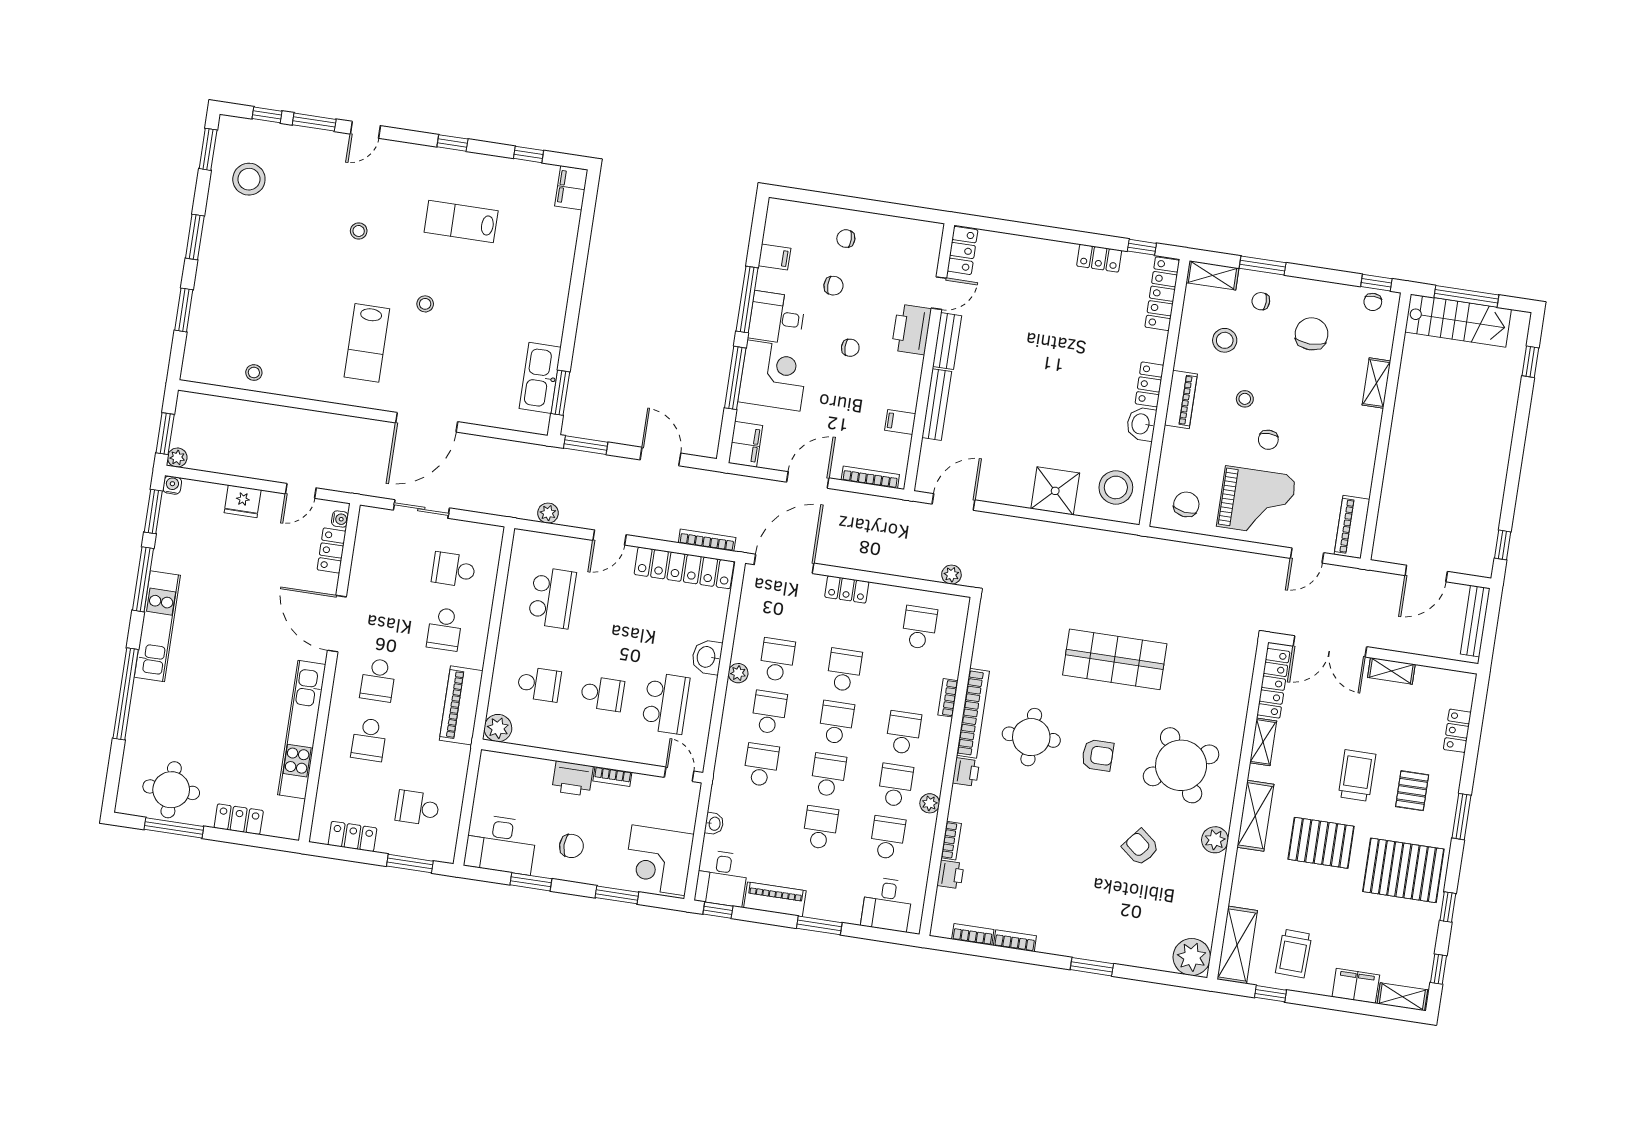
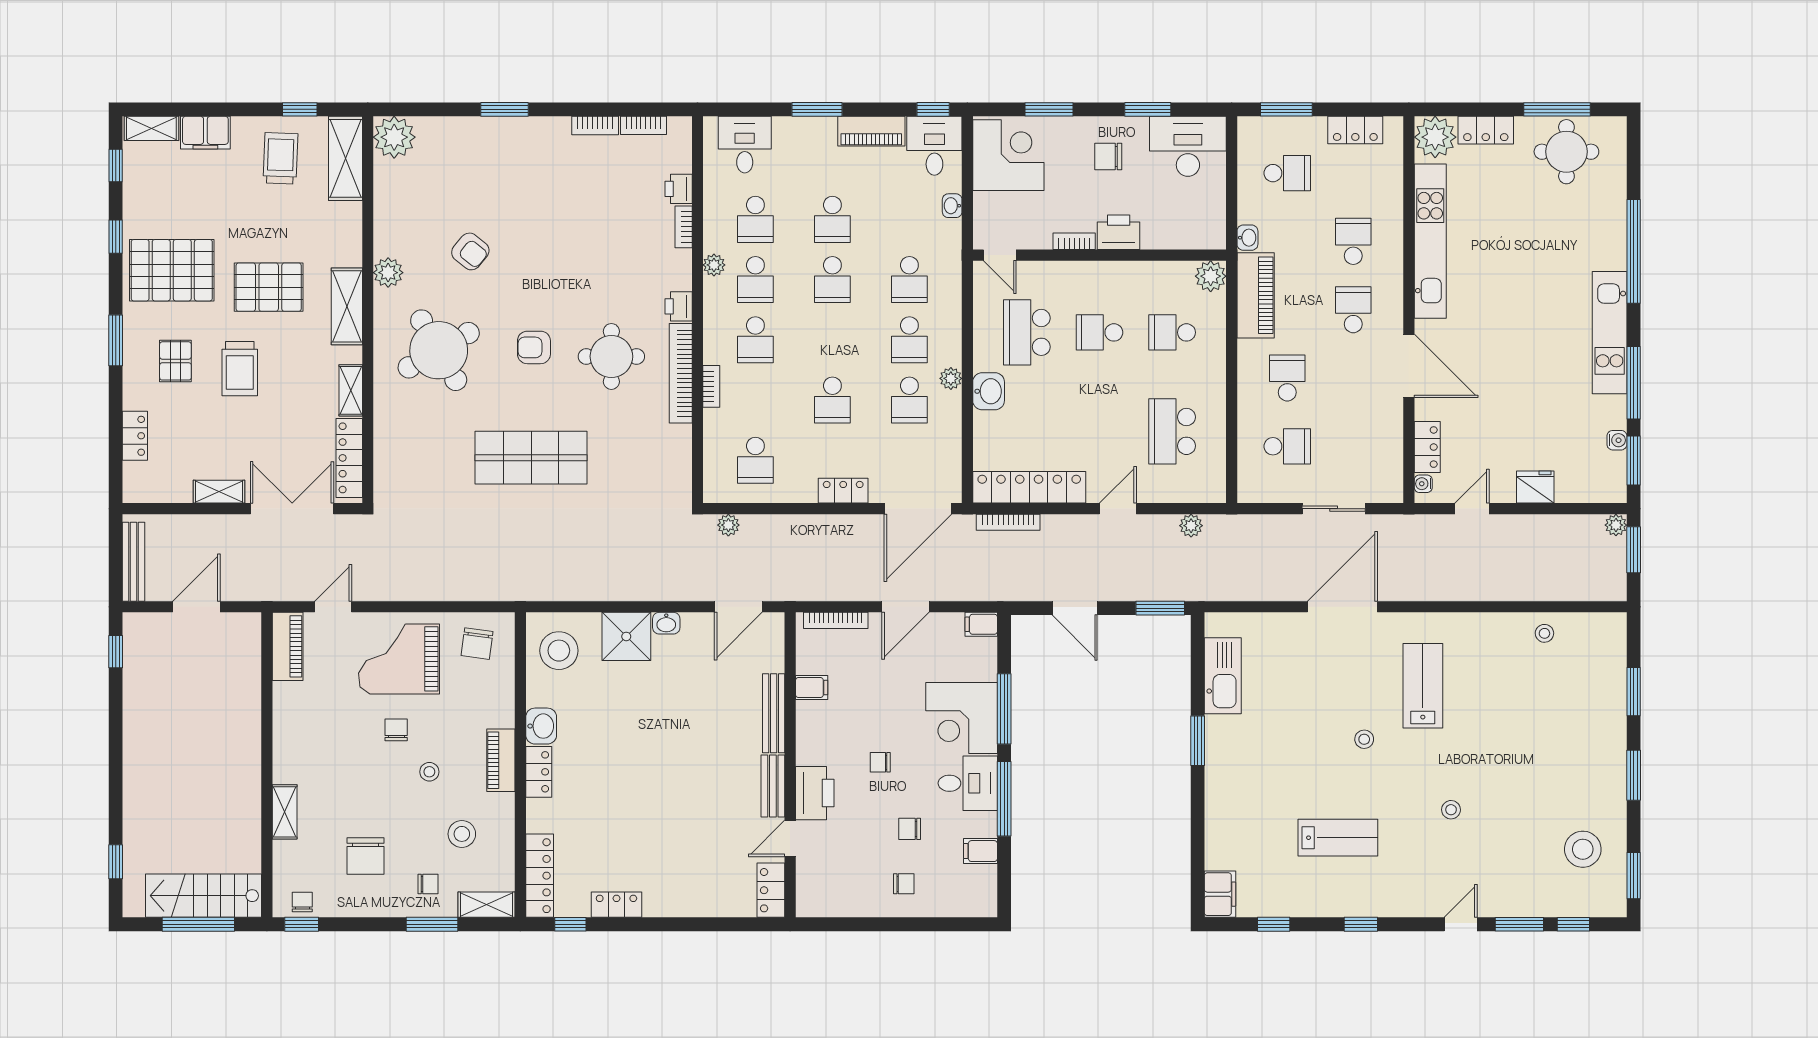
window: (560, 393) -> (1198, 741), moved
filing cabinet: (746, 444) -> (981, 624), width x0.50
water cooler: (172, 485) -> (1617, 440), moved, turned -90
washbasin: (1019, 497) -> (666, 623), added
school desk: (836, 722) -> (832, 340), removed
washbasin: (461, 757) -> (1247, 238), added
plant: (284, 820) -> (1435, 137), added

